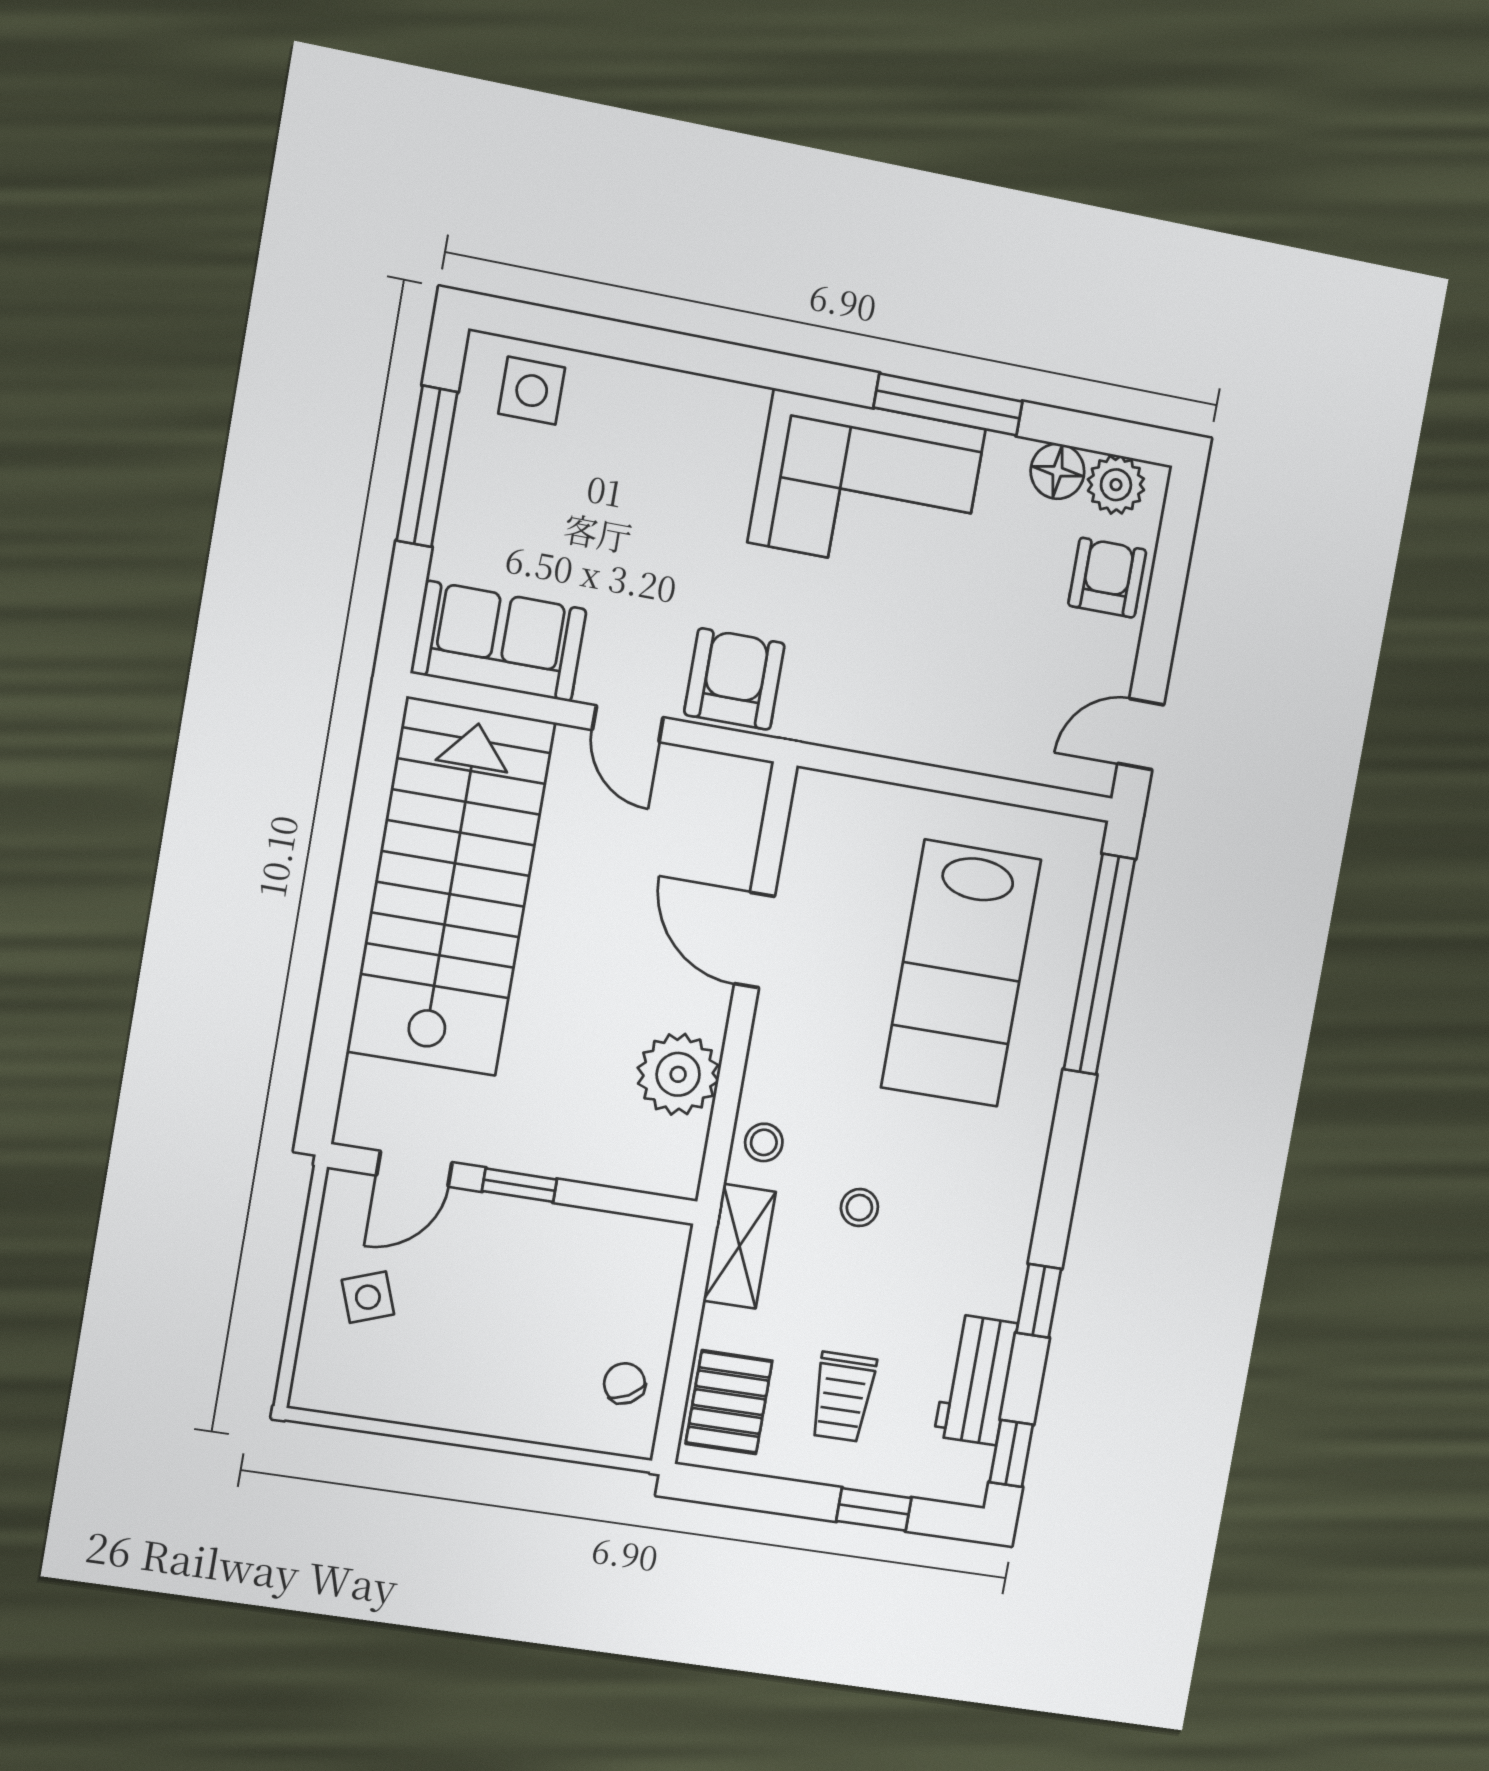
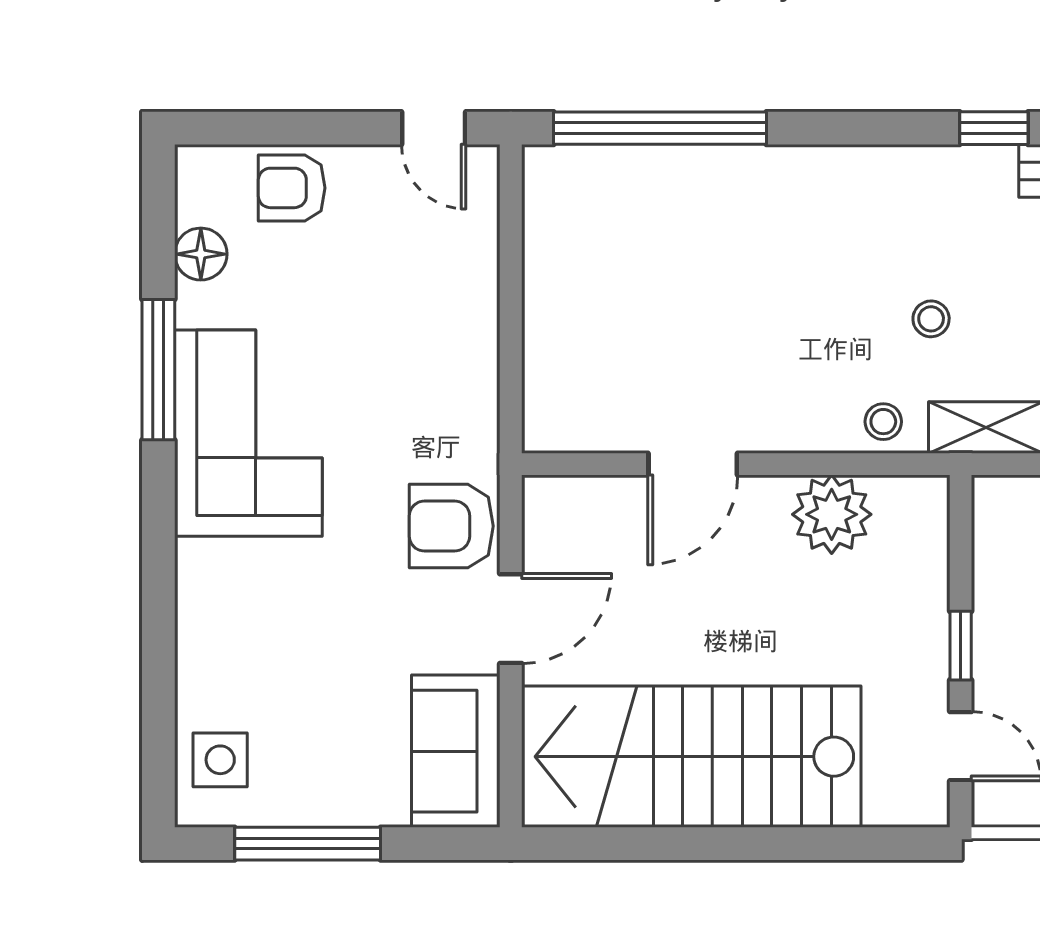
plant: (1116, 485) -> (203, 196), removed
door: (628, 724) -> (511, 619), width x1.37
lab bench: (961, 973) -> (691, 261), removed

